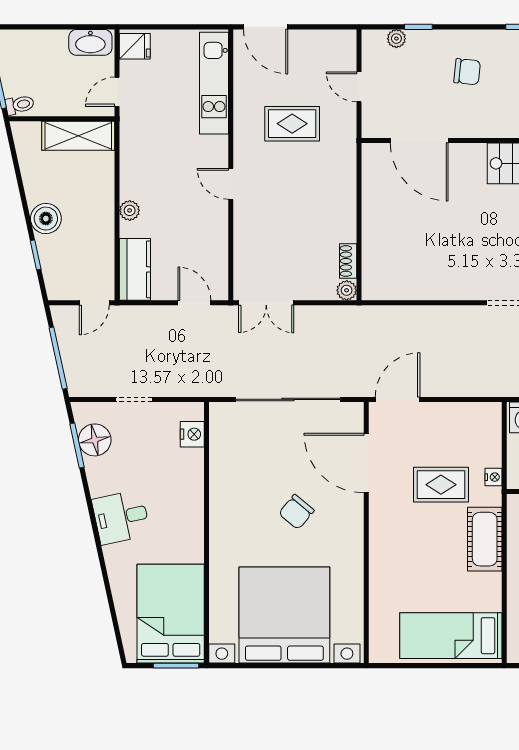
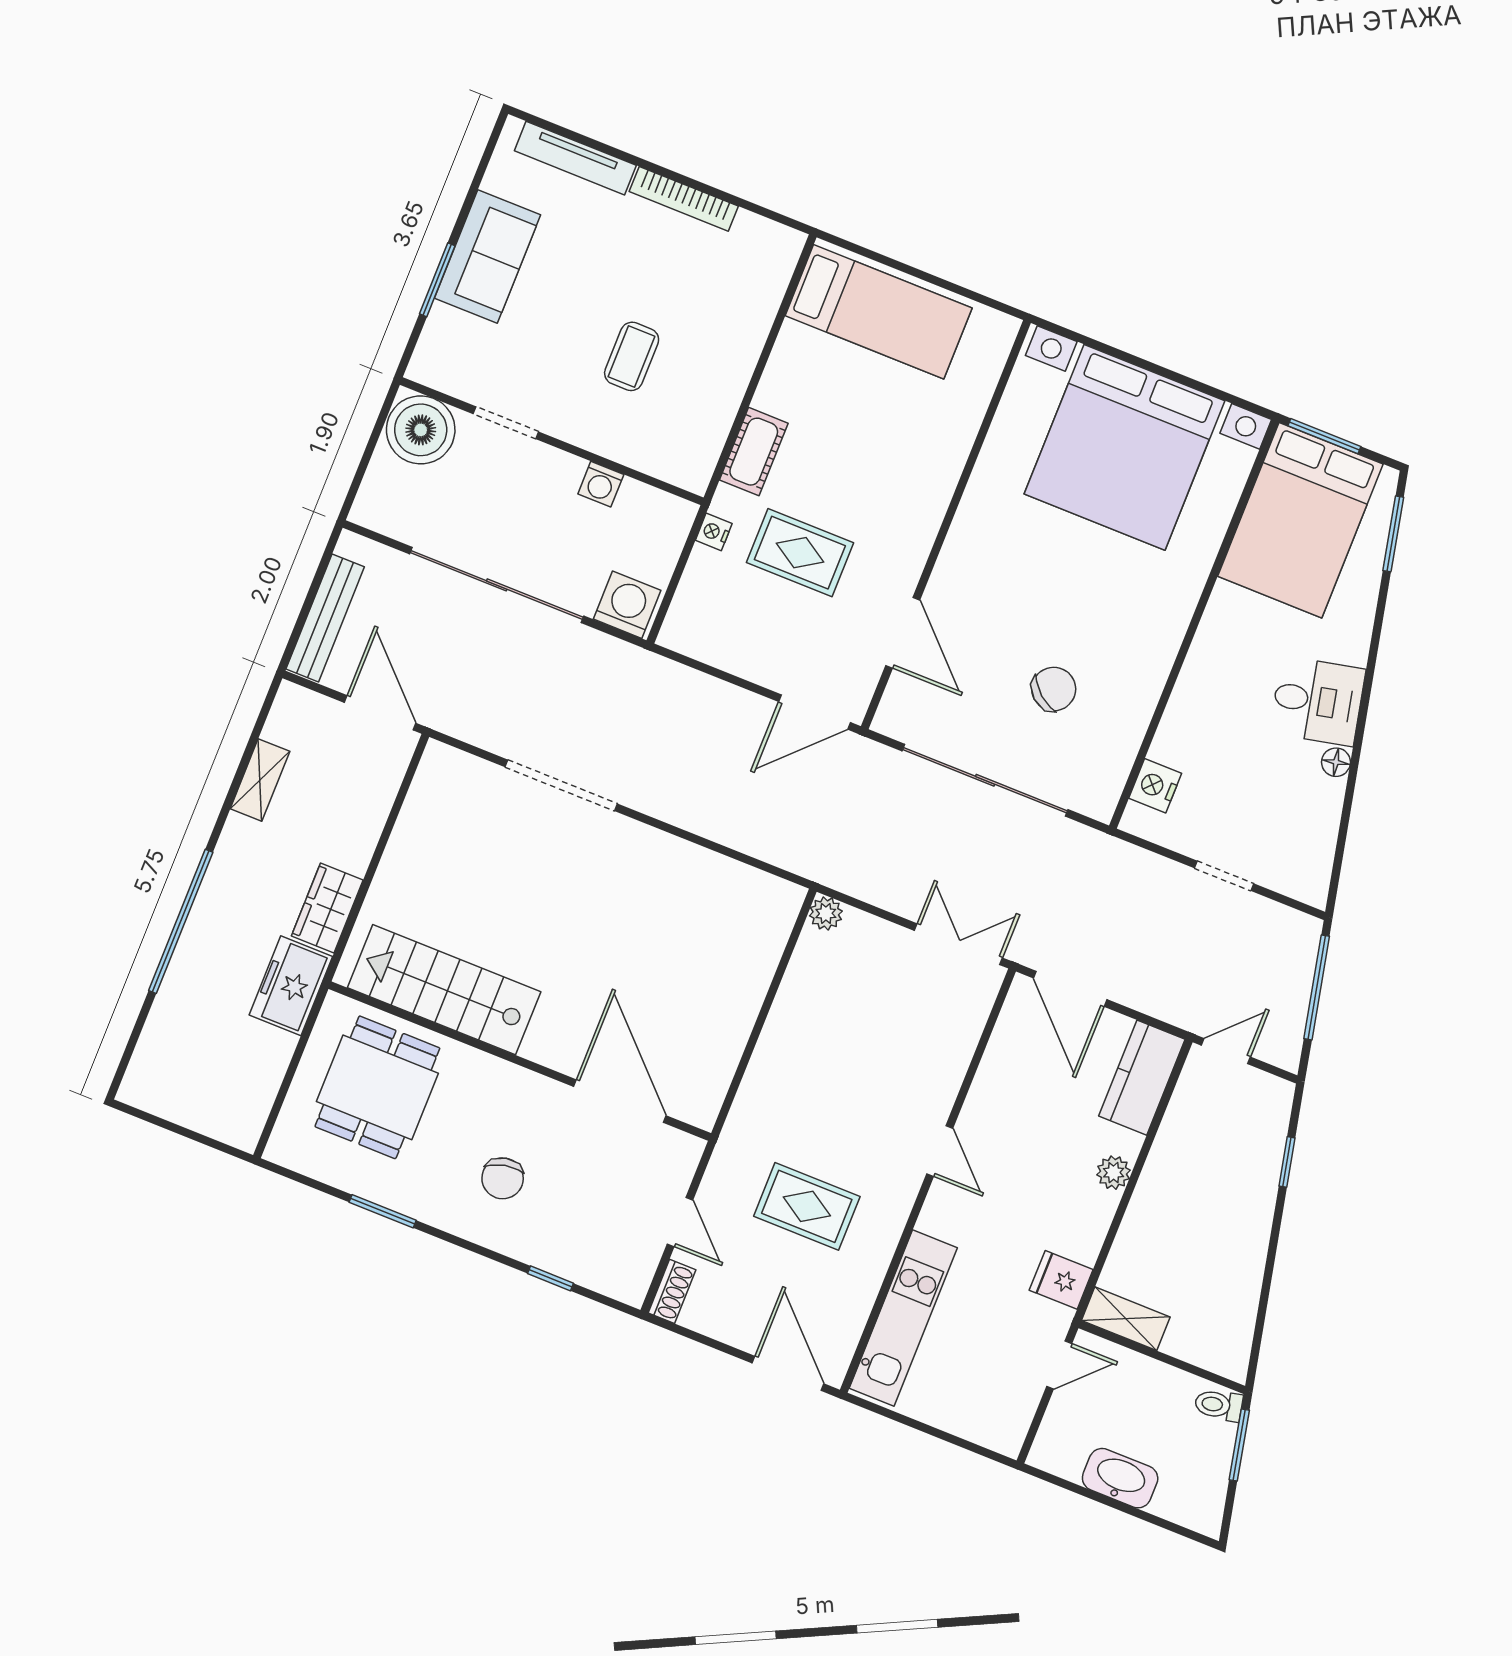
plant: (396, 39) -> (592, 1274), removed
washbasin: (90, 42) -> (1120, 1478), moved
fridge: (135, 46) -> (1061, 1280), moved
chair: (467, 72) -> (503, 1178), turned -108
shelving: (78, 136) -> (1126, 1319), width x0.67, depth x0.75
boiler: (46, 219) -> (1249, 1212), removed
shoe rack: (348, 261) -> (672, 1291), moved
door: (194, 303) -> (1070, 989), width x1.38
floor lamp: (95, 440) -> (1336, 762), moved, width x0.53, depth x0.53
window: (77, 445) -> (1393, 534), moved
door: (366, 463) -> (903, 633), width x0.73
chair: (296, 512) -> (1054, 689), moved
cot: (485, 539) -> (754, 452), width x0.73, depth x0.75

